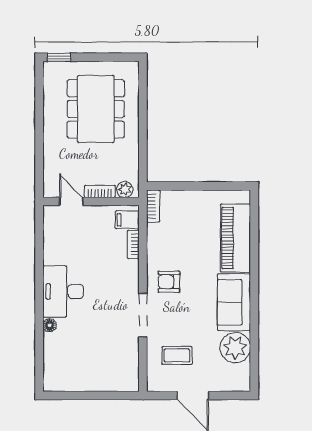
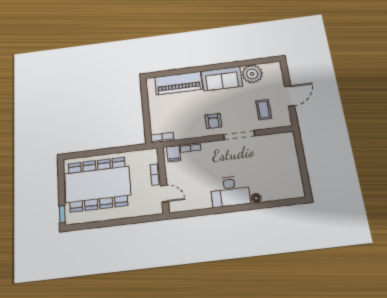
dining table: (96, 109) -> (98, 184), width x1.36, depth x1.24
plant: (125, 189) -> (152, 158), removed
door: (71, 201) -> (164, 194), swing flipped

